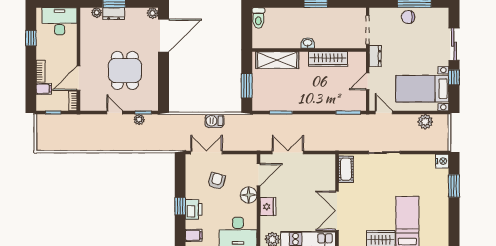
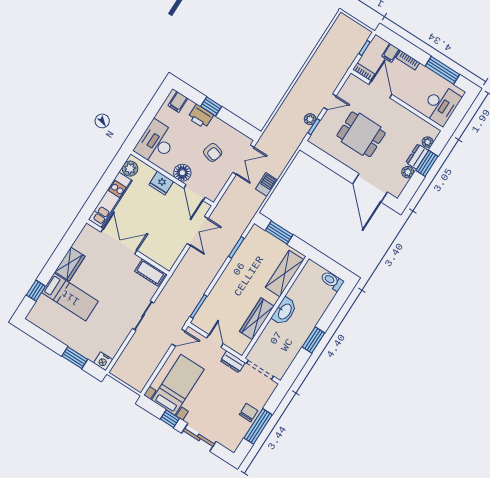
plant: (153, 13) -> (408, 172), moved
window: (31, 38) -> (442, 70), width x2.17
washbasin: (308, 43) -> (284, 311), width x1.91, depth x1.45
plant: (425, 122) -> (147, 369), removed

